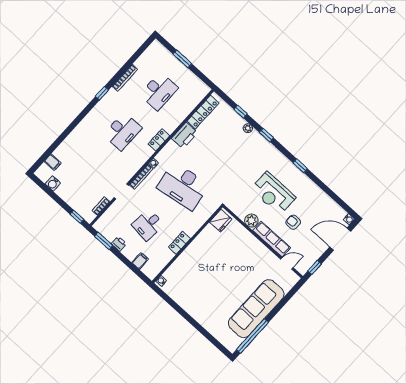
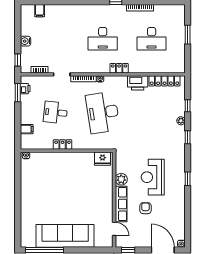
water cooler: (53, 183) -> (25, 41), moved
printer: (119, 244) -> (25, 89), moved

